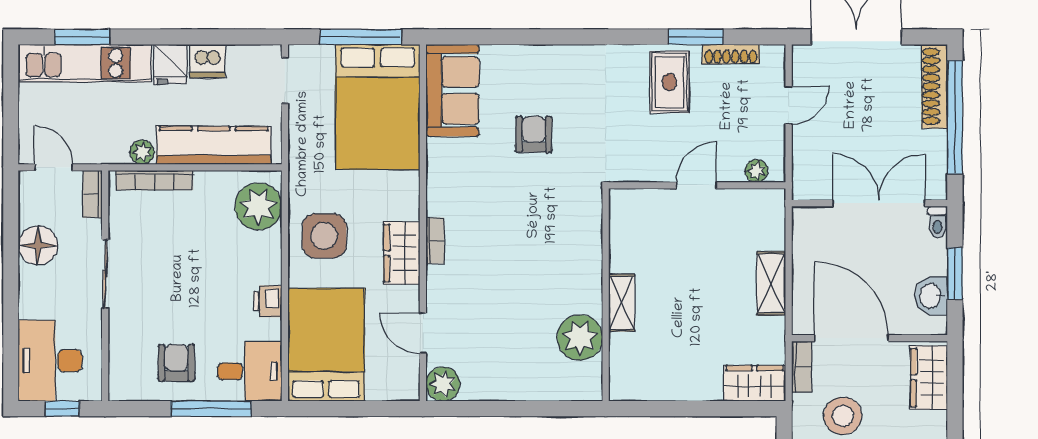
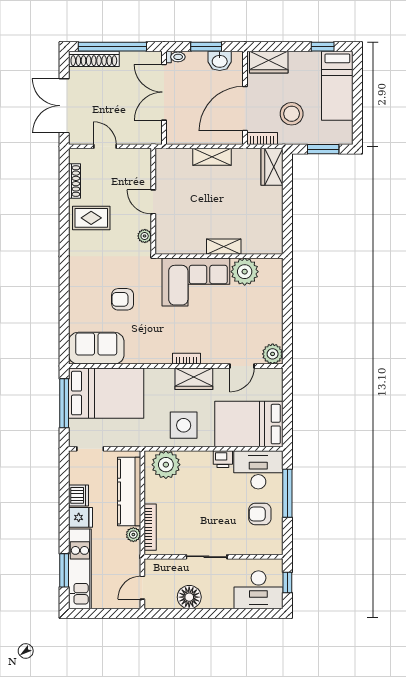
window: (696, 37) -> (64, 202), removed
plant: (757, 171) -> (145, 236), moved
bookcase: (93, 194) -> (158, 564), removed
corner sofa: (563, 256) -> (196, 282), added
desk: (250, 371) -> (258, 470), width x1.37

